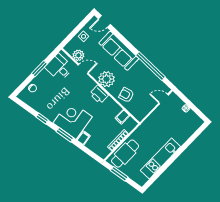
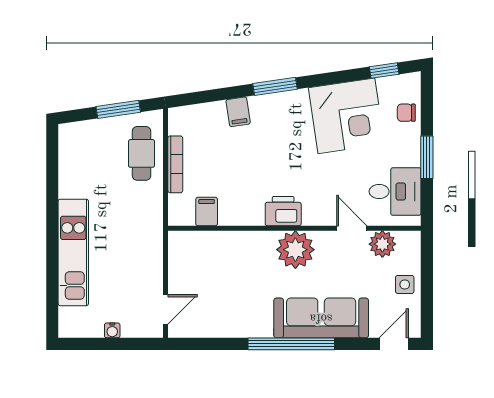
window: (150, 66) -> (291, 344), moved
door: (83, 69) -> (352, 228), swing flipped
armchair: (126, 95) -> (236, 255), removed
window: (42, 118) -> (384, 70), moved
corner desk: (73, 120) -> (346, 116), moved
cafe table: (125, 154) -> (142, 153), width x0.73, depth x0.74
kitchen unit: (160, 158) -> (73, 252), moved

